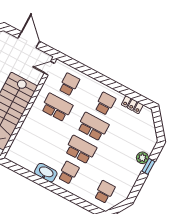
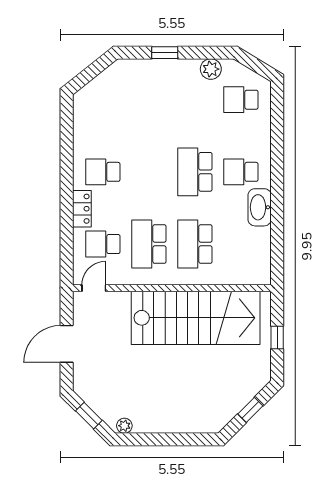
door: (49, 68) -> (94, 288), swing flipped
locker: (132, 105) -> (82, 209), moved
school desk: (93, 127) -> (195, 244), moved
plant: (142, 158) -> (211, 69), moved

